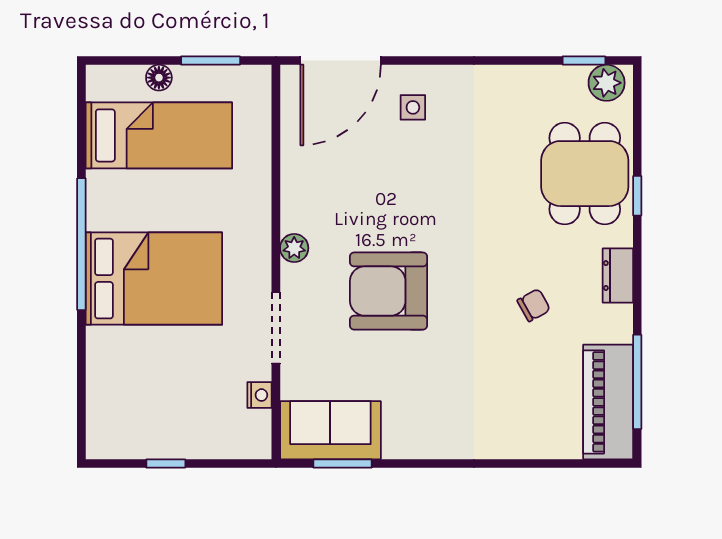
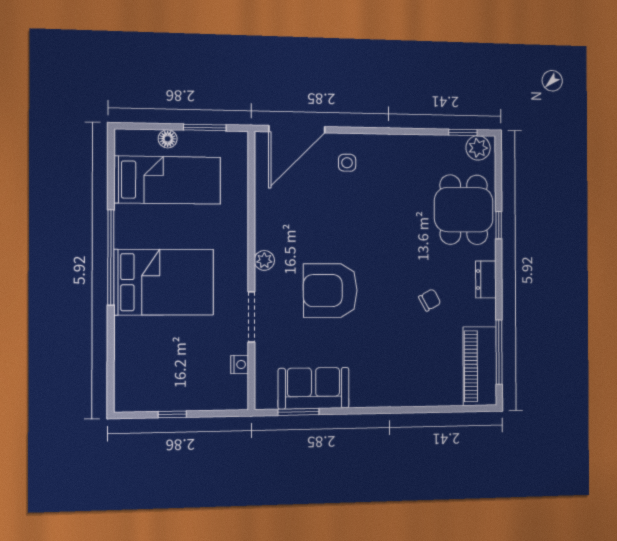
sofa: (330, 430) -> (314, 388), moved

